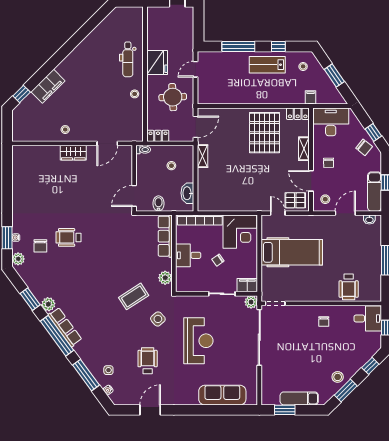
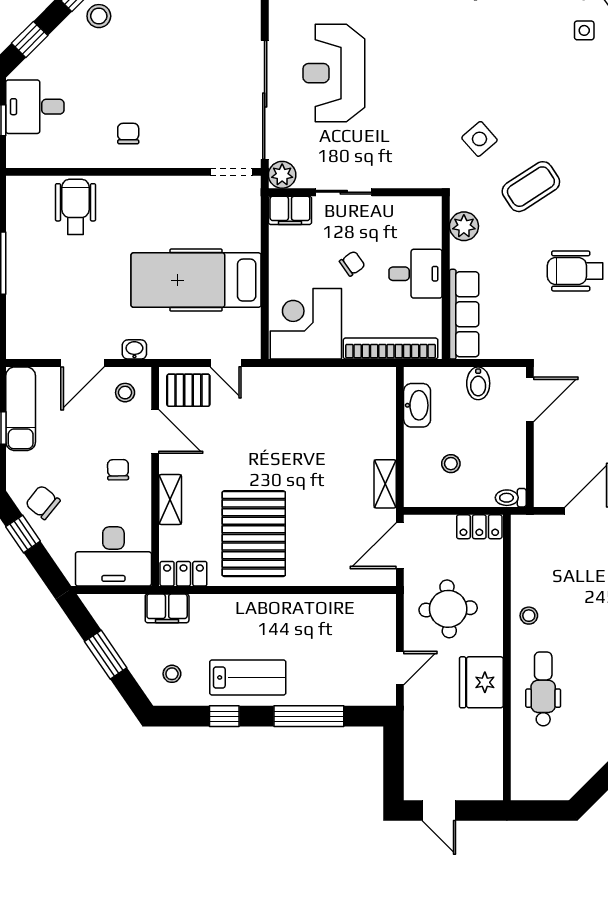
filing cabinet: (311, 97) -> (167, 608), width x2.00
washbasin: (369, 220) -> (134, 349), moved
desk: (368, 319) -> (35, 107), moved
reception desk: (198, 341) -> (334, 73), moved
wheelchair: (148, 361) -> (575, 271), moved, turned 90

